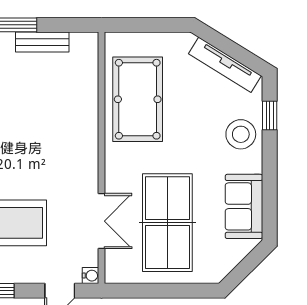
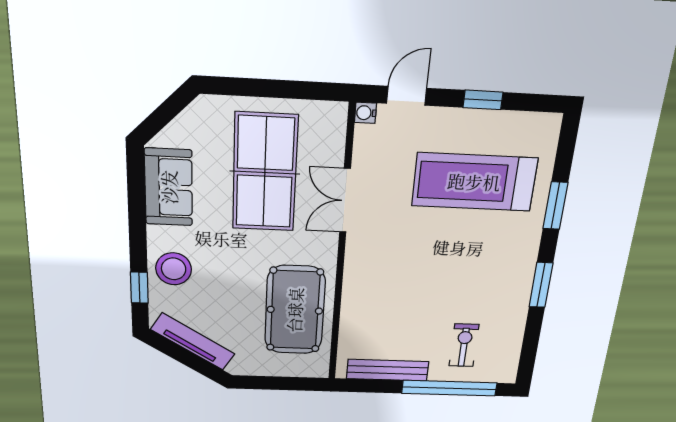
bench: (42, 42) -> (388, 370), width x1.36
double door: (101, 221) -> (345, 200), moved

